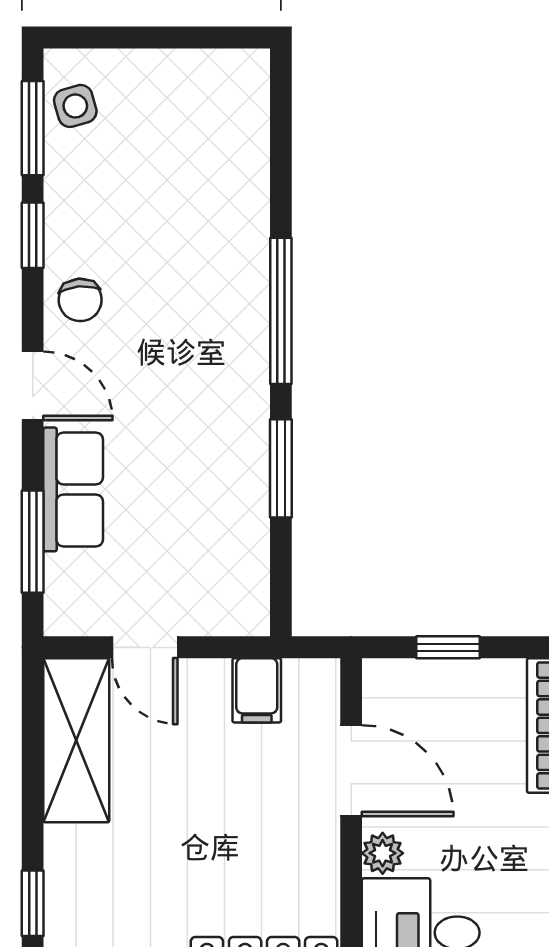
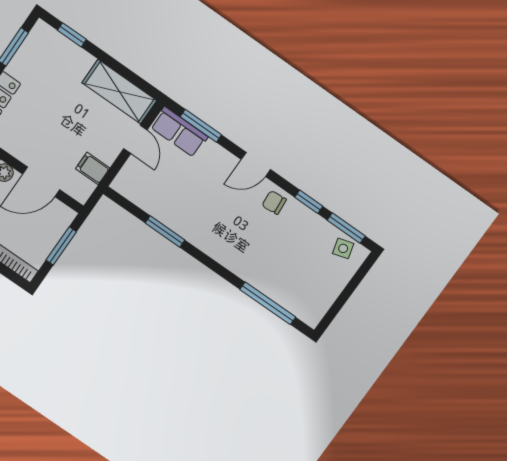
window: (281, 311) -> (268, 303), moved
row of seats: (73, 489) -> (179, 132), moved
door: (145, 647) -> (135, 139), swing flipped
window: (448, 647) -> (61, 246), width x1.50

